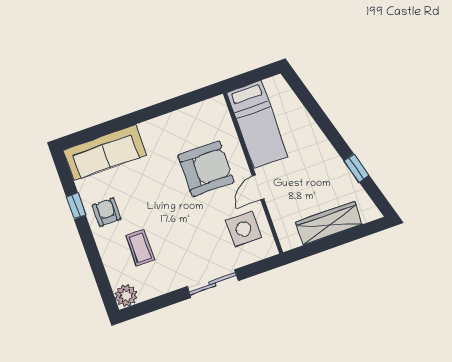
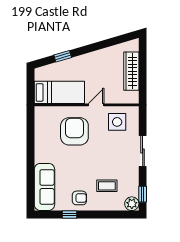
window: (356, 168) -> (63, 56), moved
door: (258, 187) -> (96, 105), swing flipped
armchair: (107, 212) -> (79, 198), turned 180
window: (147, 307) -> (143, 194), added

